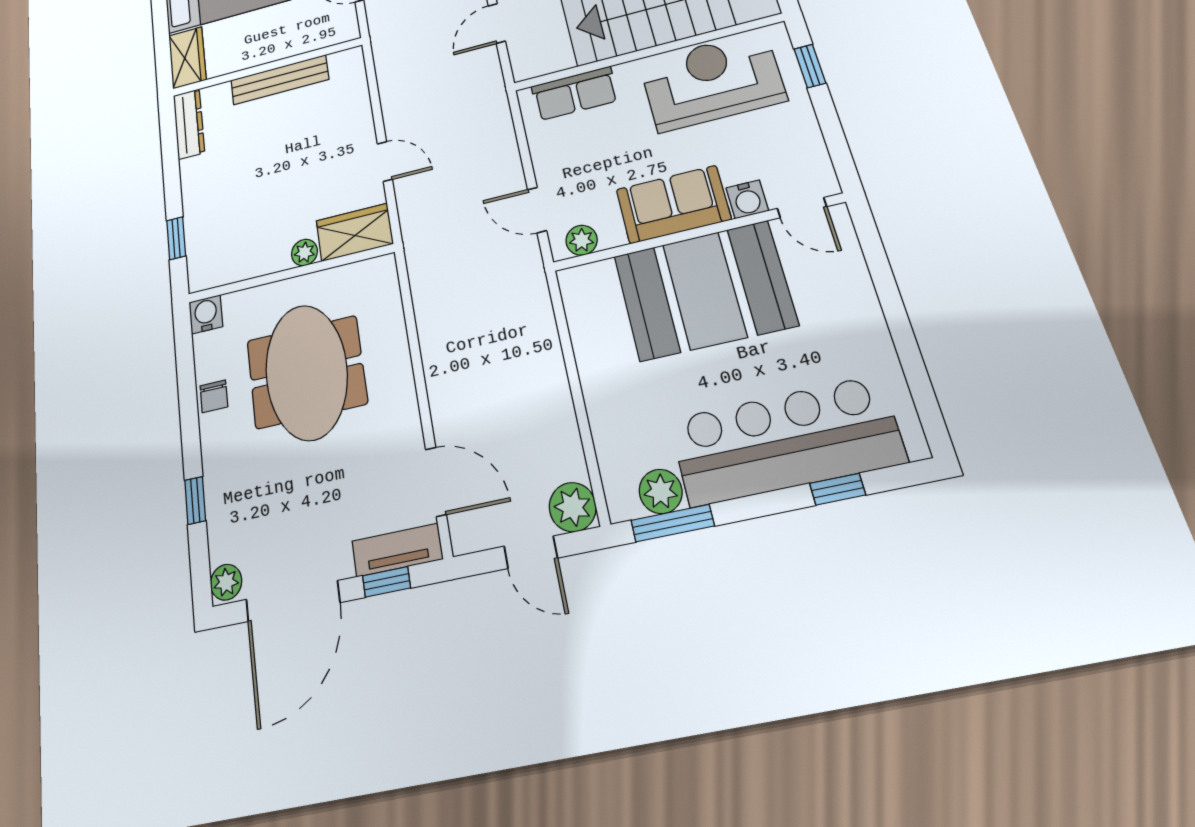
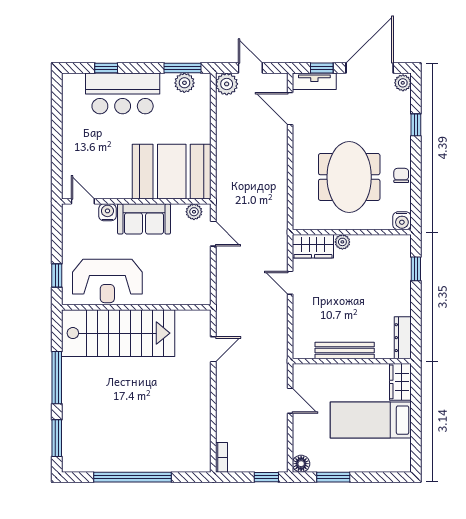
row of seats: (575, 93) -> (180, 294), removed
booth: (704, 290) -> (172, 172), moved
bar counter: (786, 441) -> (123, 93), width x0.73

